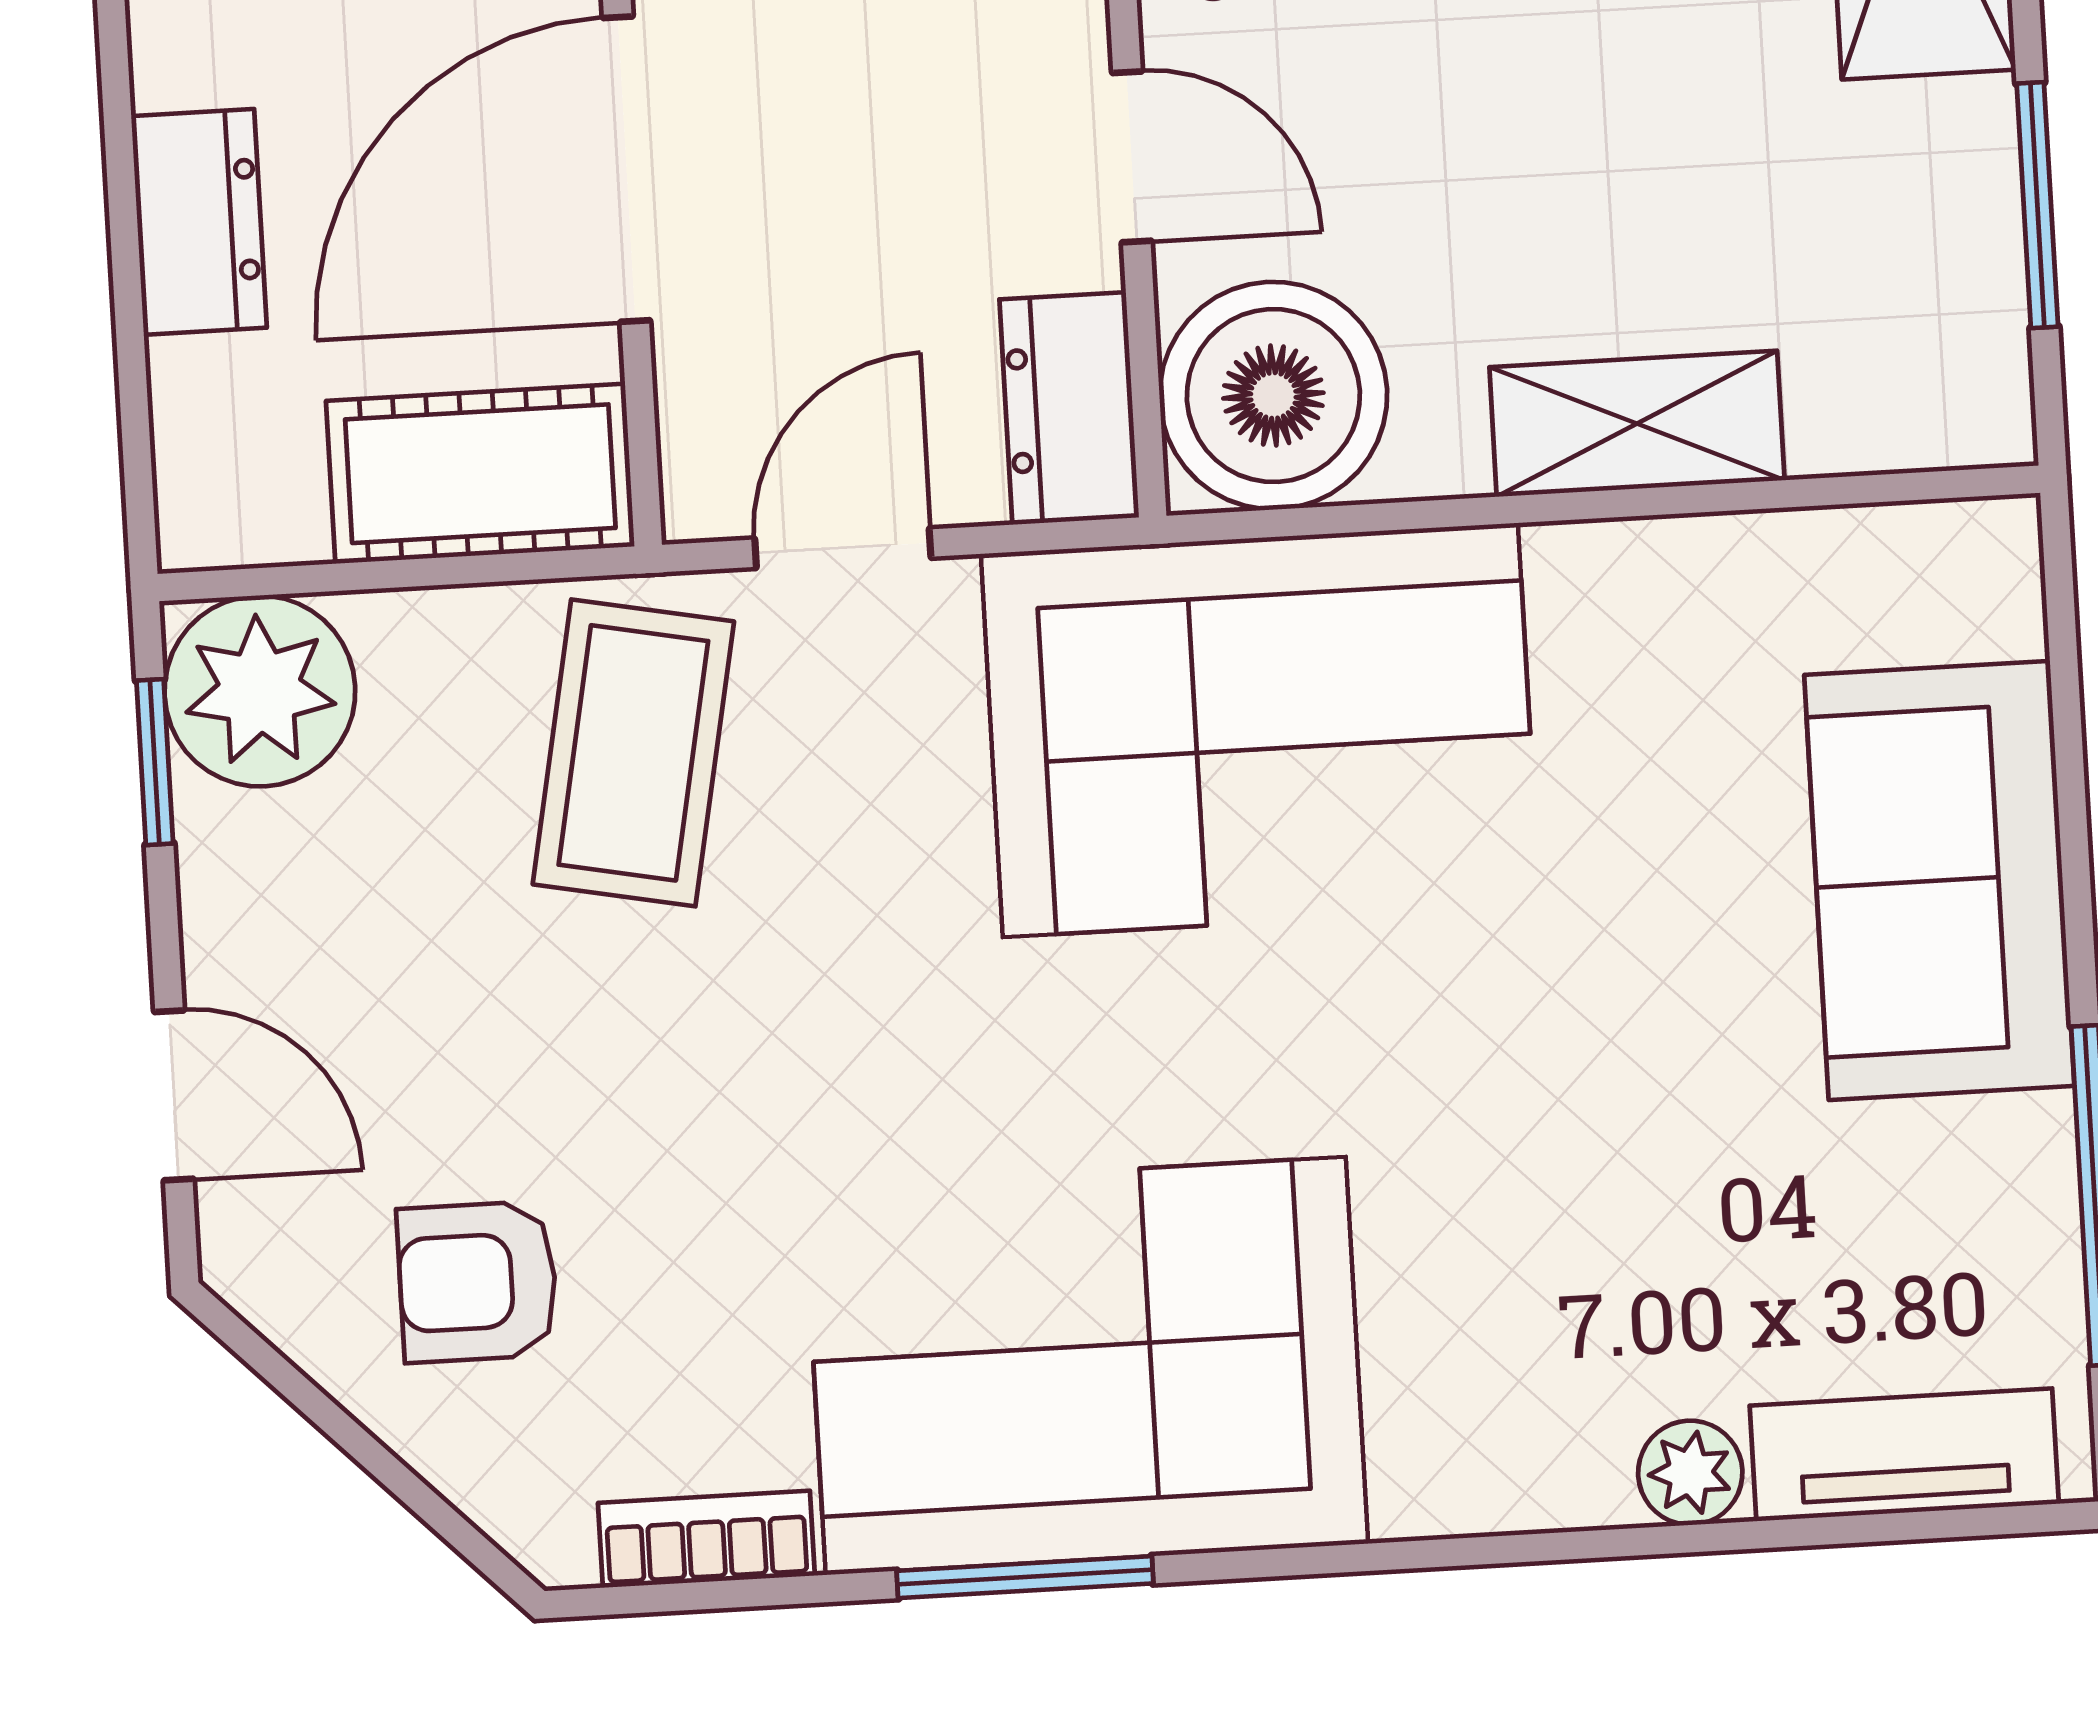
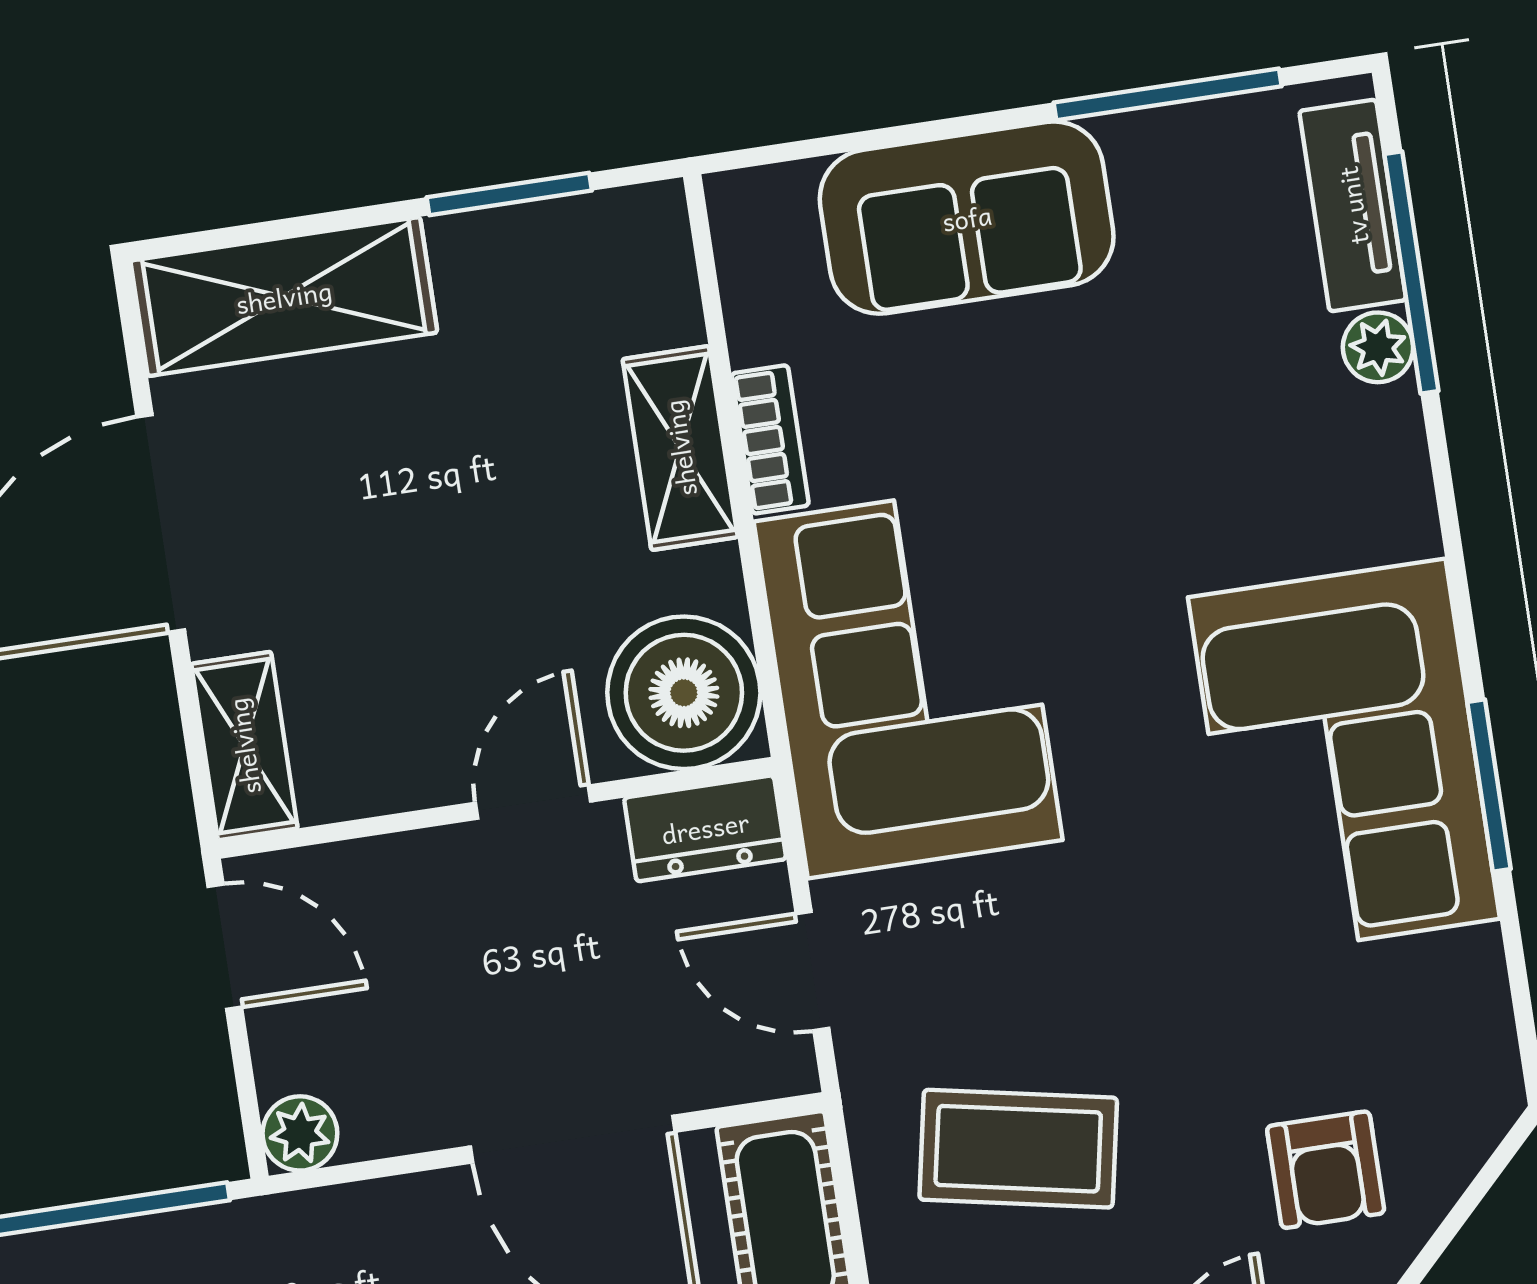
coffee table: (633, 753) -> (1018, 1149), moved
window: (1797, 1533) -> (1411, 272), added
bookcase: (706, 1539) -> (770, 439), moved, turned 180

